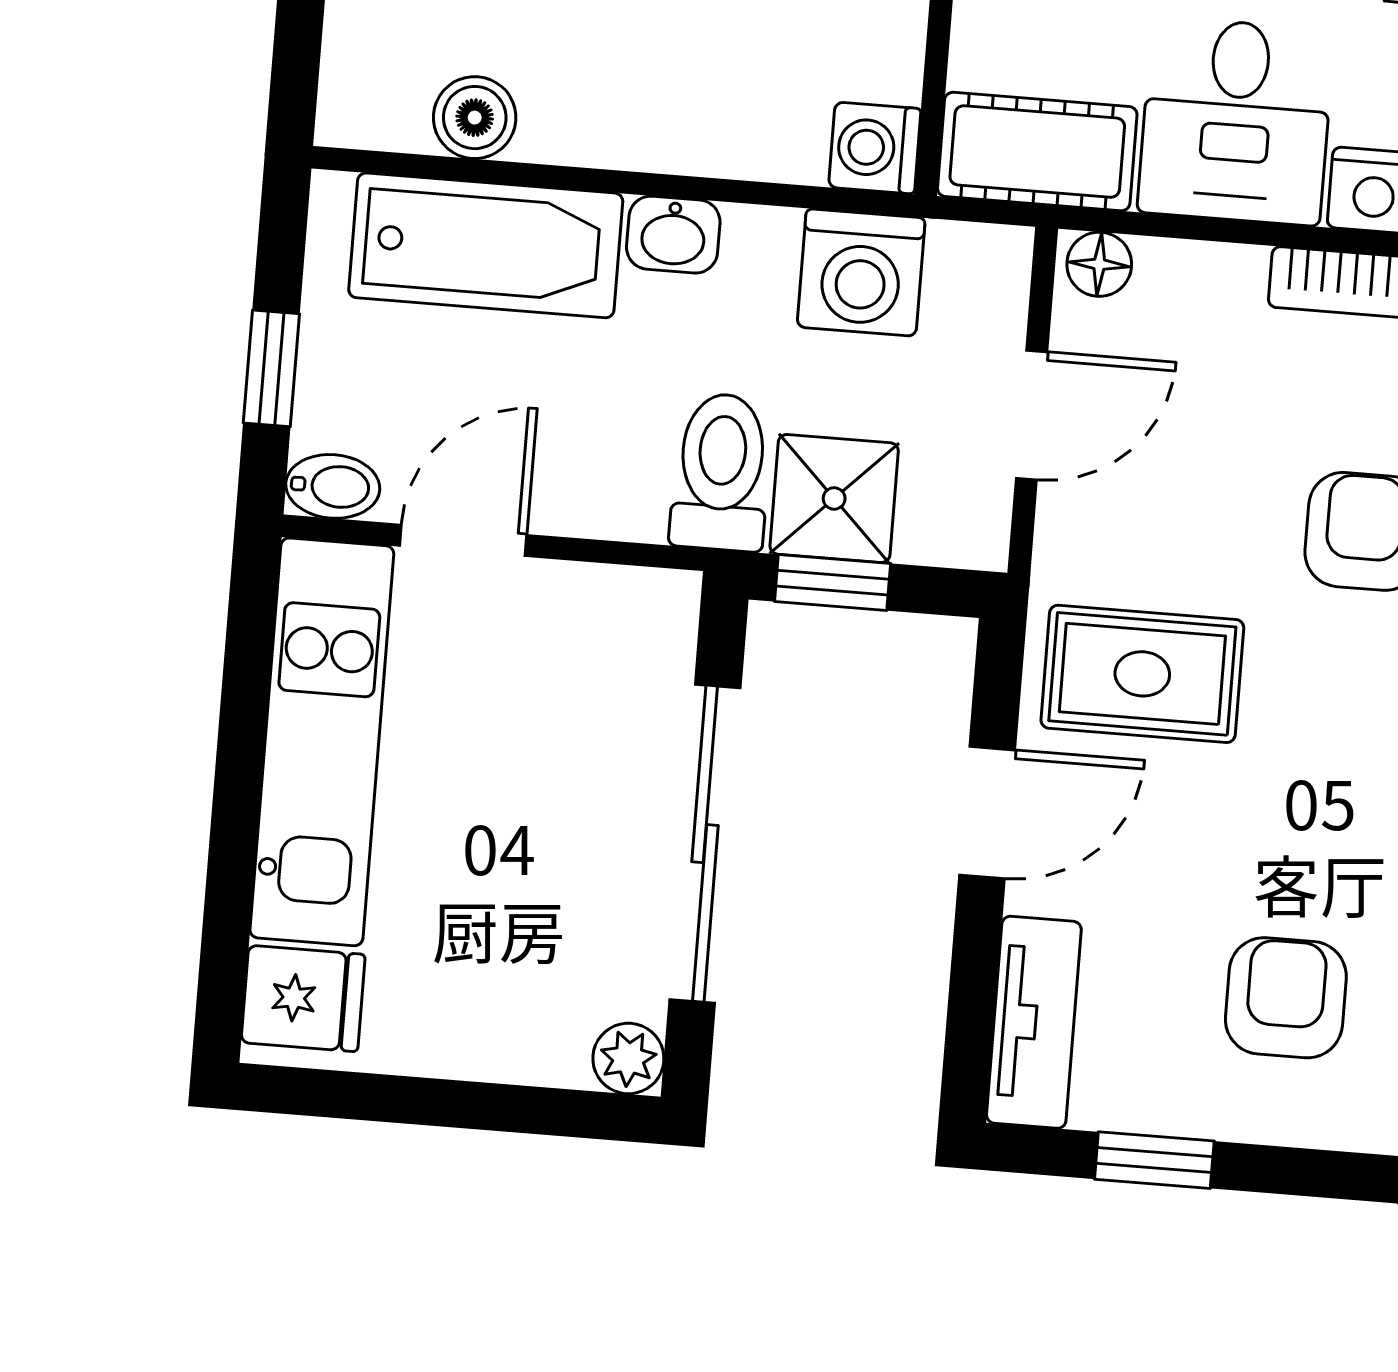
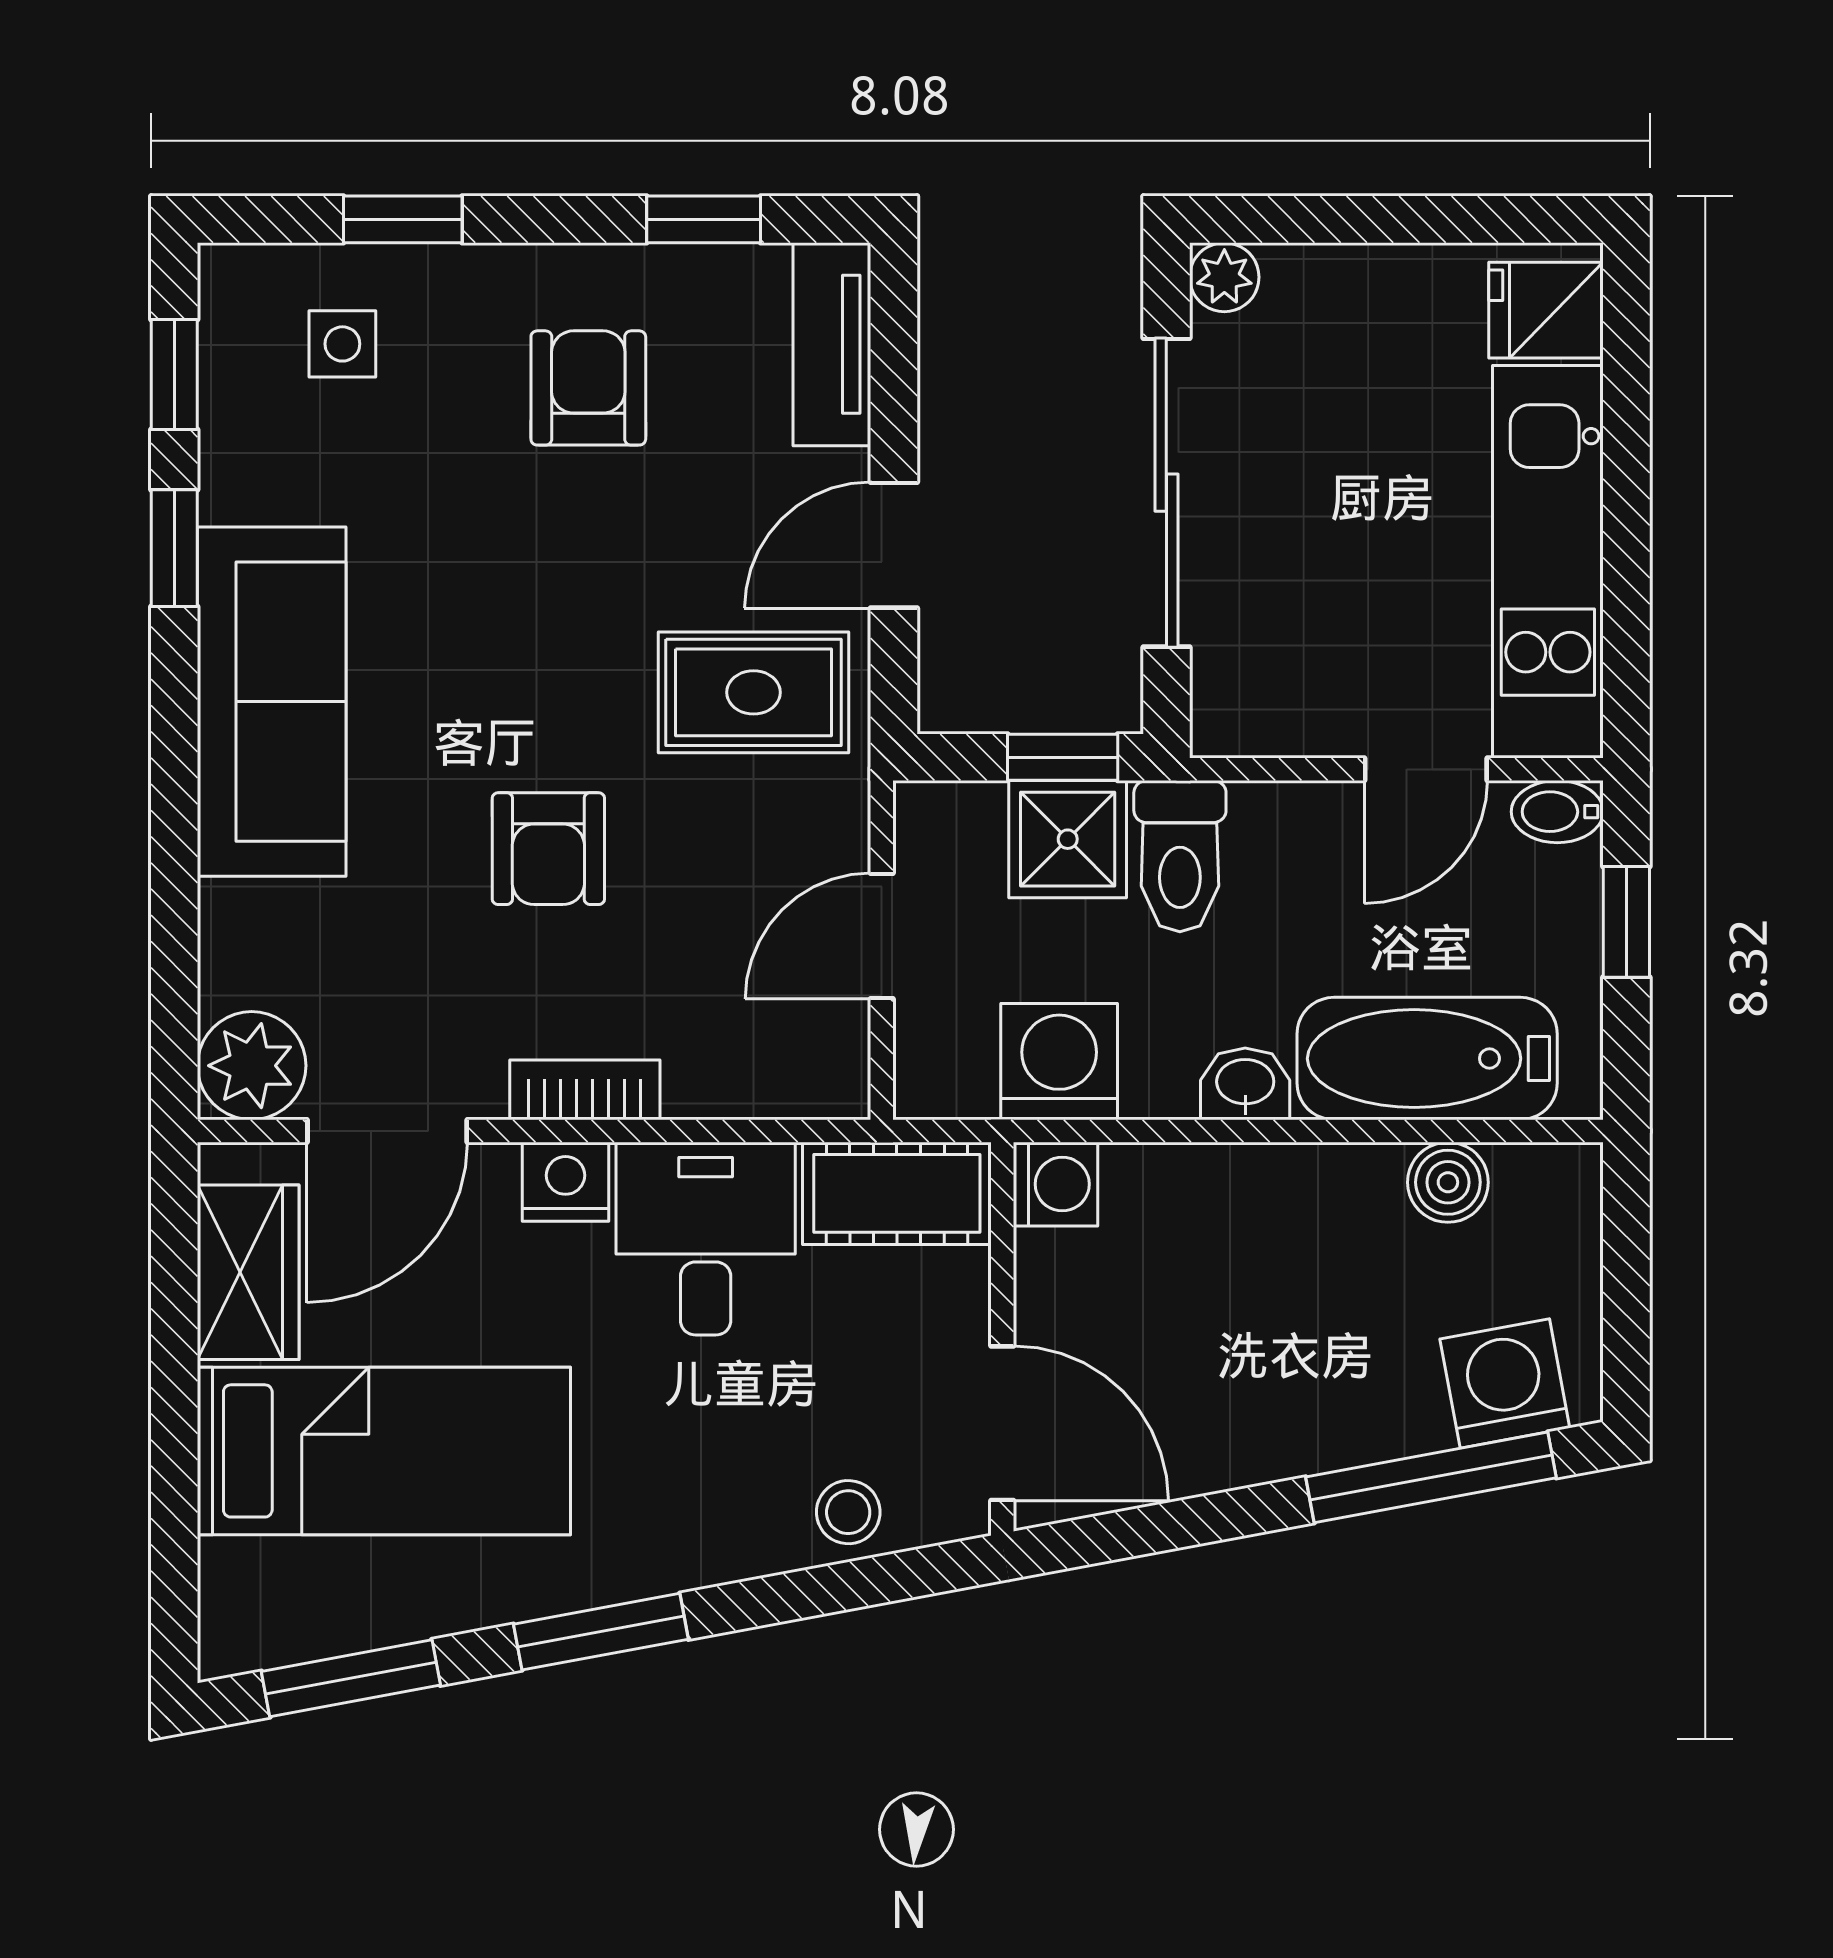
floor lamp: (1099, 264) -> (828, 1088), removed
armchair: (1286, 998) -> (588, 388), turned 180

